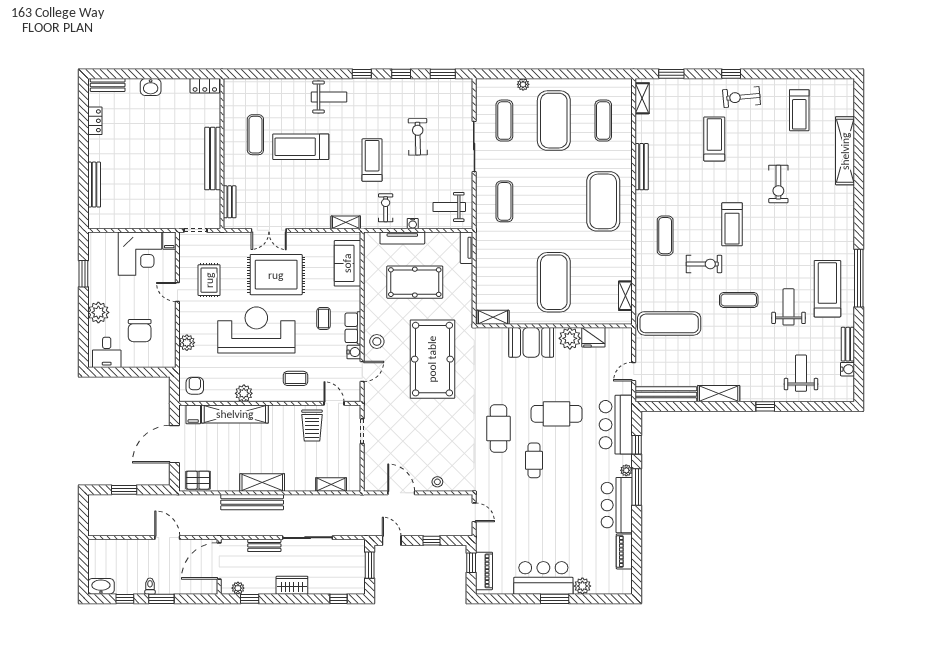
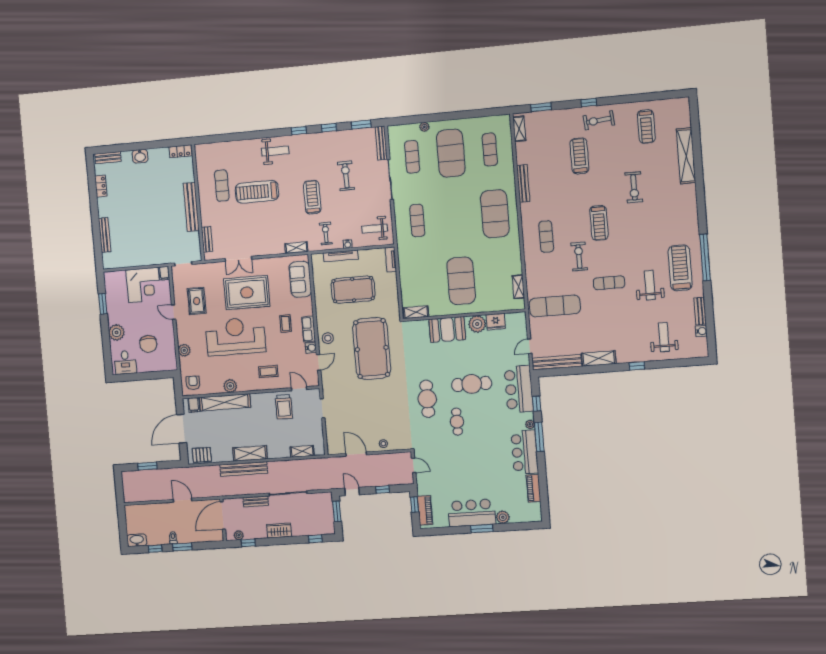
bench: (467, 100) -> (381, 143), added
exercise bike: (704, 264) -> (579, 256), turned -90

